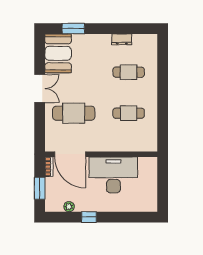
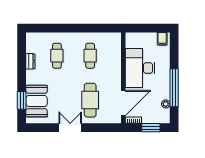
booth: (58, 53) -> (37, 101), moved, turned 90
filing cabinet: (150, 202) -> (162, 39), added
window: (89, 217) -> (174, 88), width x3.17

